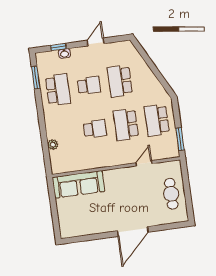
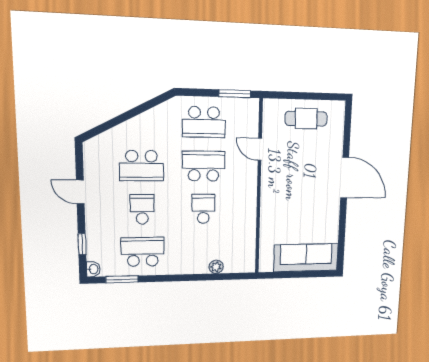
washbasin: (64, 53) -> (93, 269), moved
school desk: (126, 124) -> (204, 166), turned 180
sofa: (78, 184) -> (306, 258), moved, turned -90

